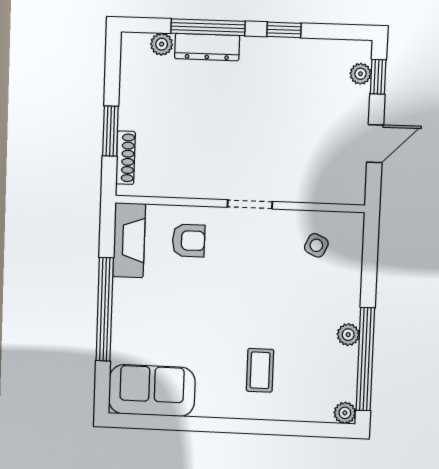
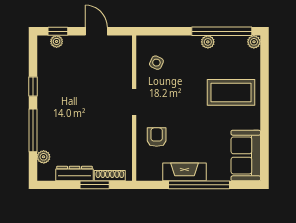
dresser: (207, 47) -> (75, 174), moved, turned -90
fireplace: (129, 240) -> (184, 172), moved
coffee table: (260, 370) -> (231, 92), width x1.86, depth x1.72

